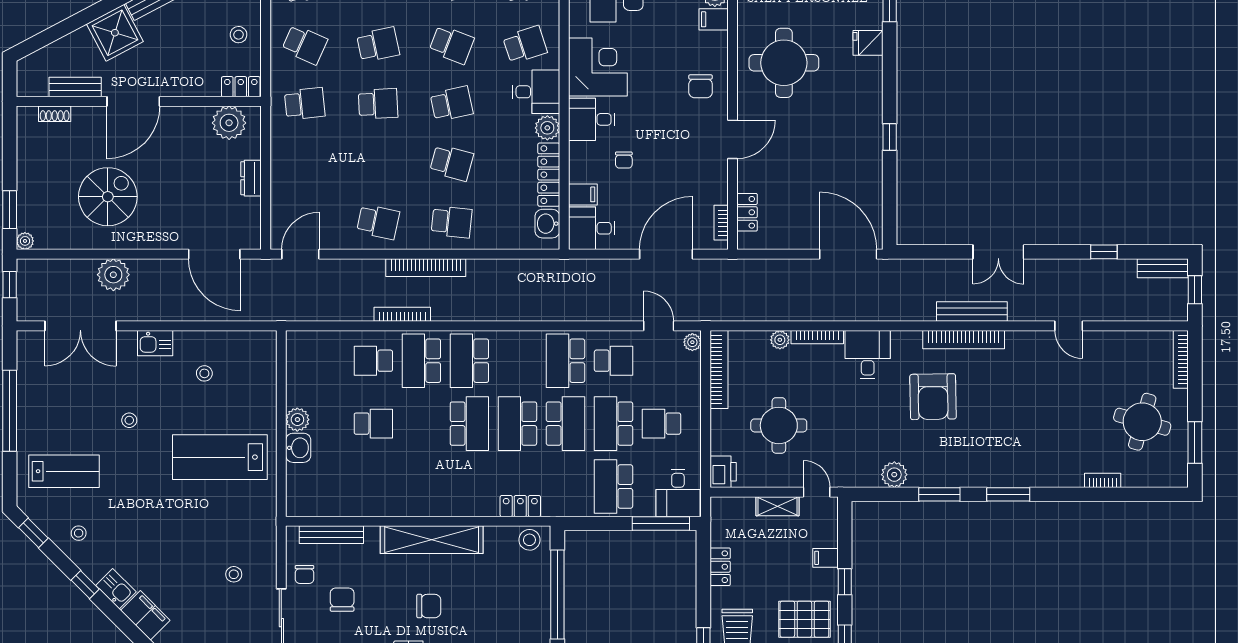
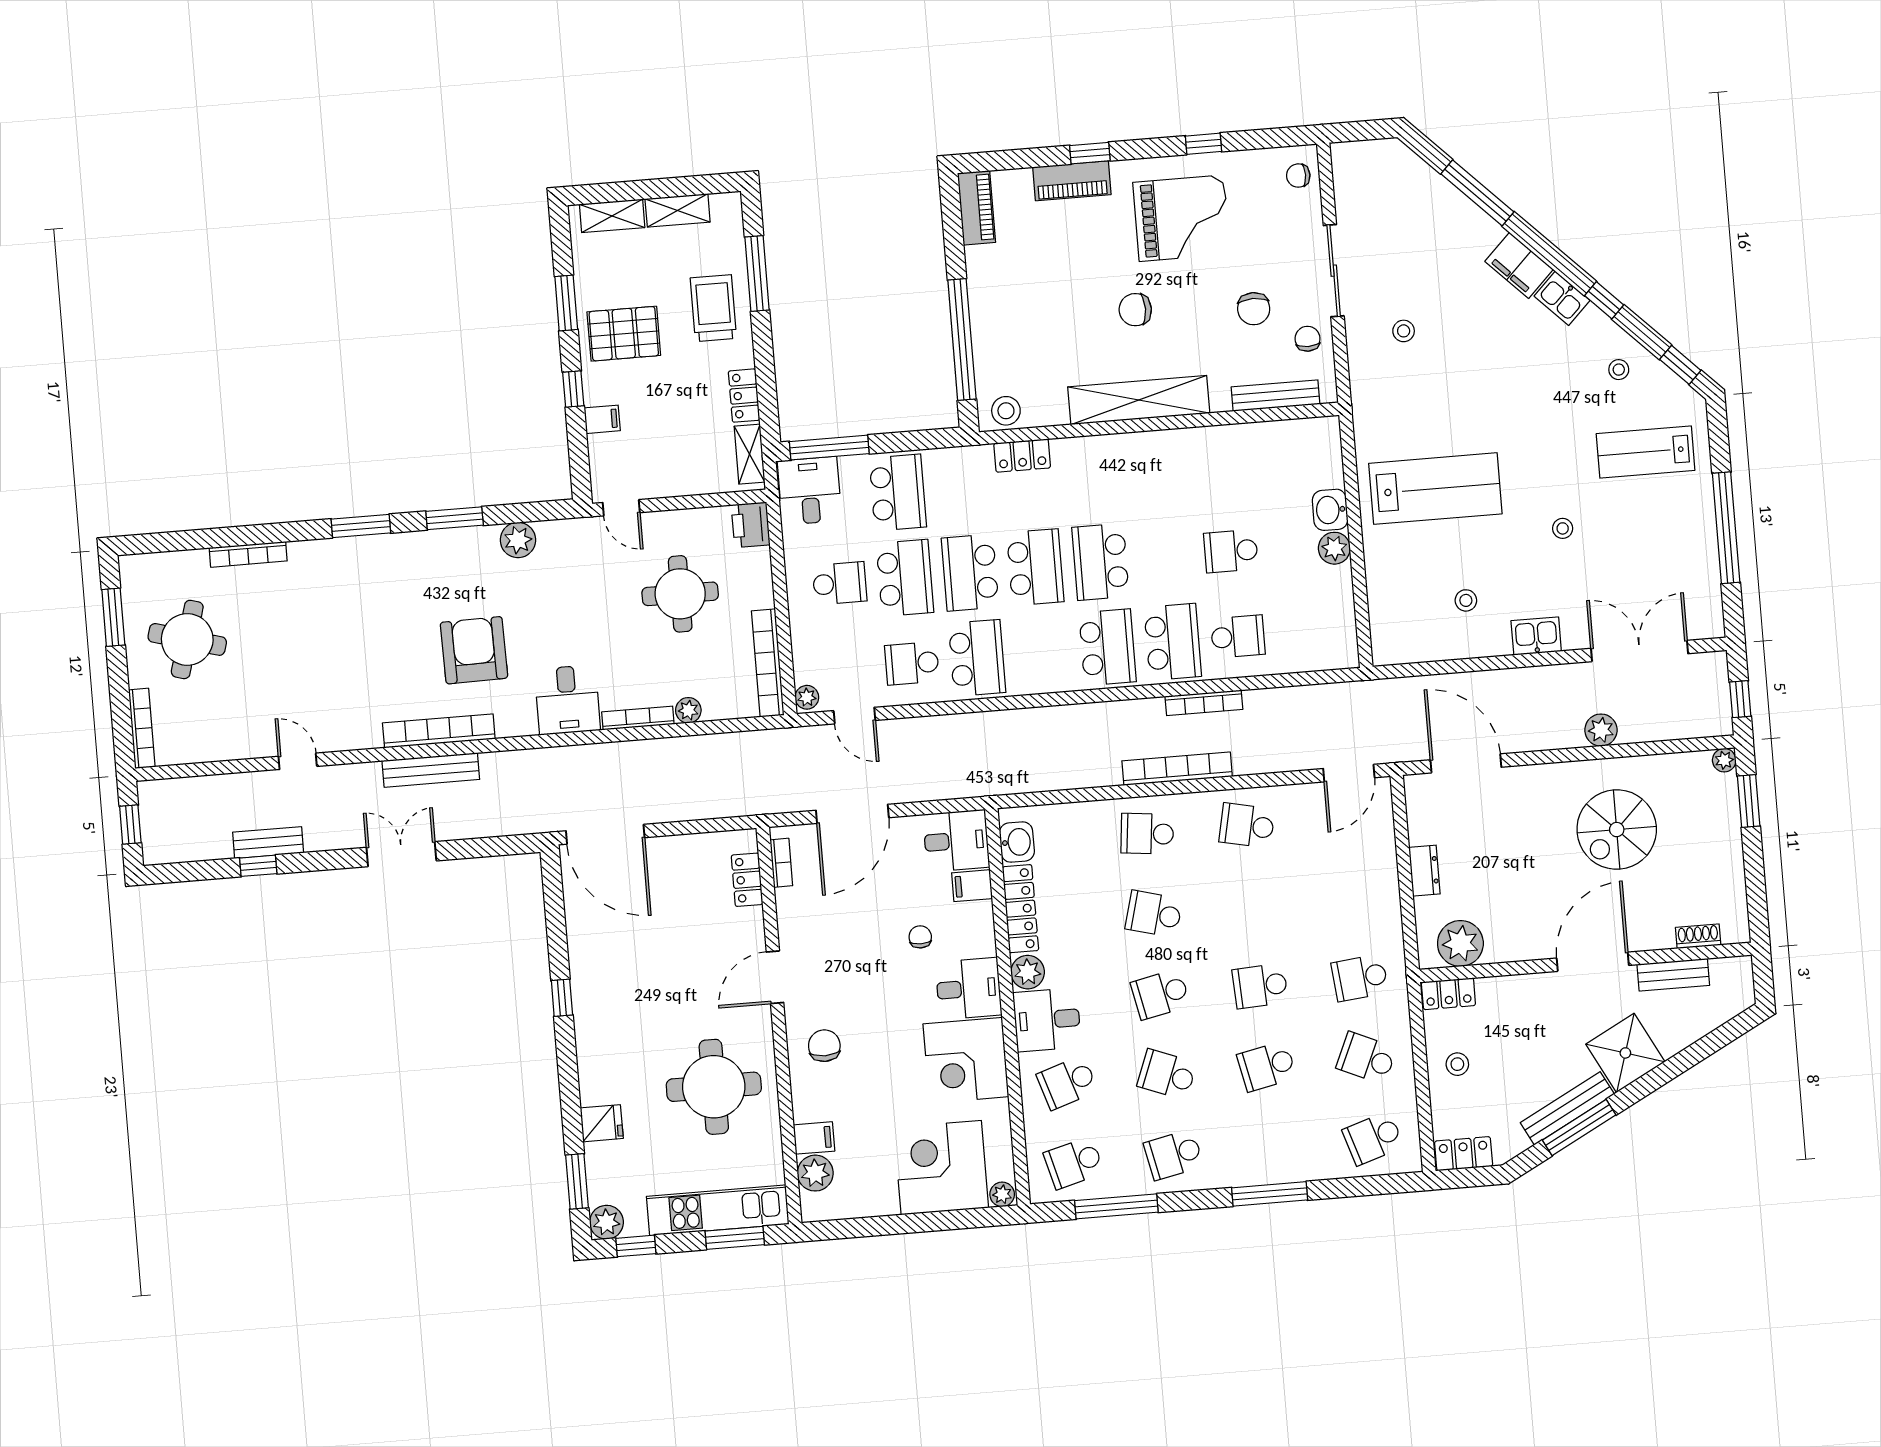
bench: (1163, 268) -> (268, 843), moved
plant: (113, 275) -> (1601, 730), width x0.73, depth x0.73
bookcase: (1103, 480) -> (248, 554), width x1.56
shelving: (777, 506) -> (750, 454), moved, turned 90

